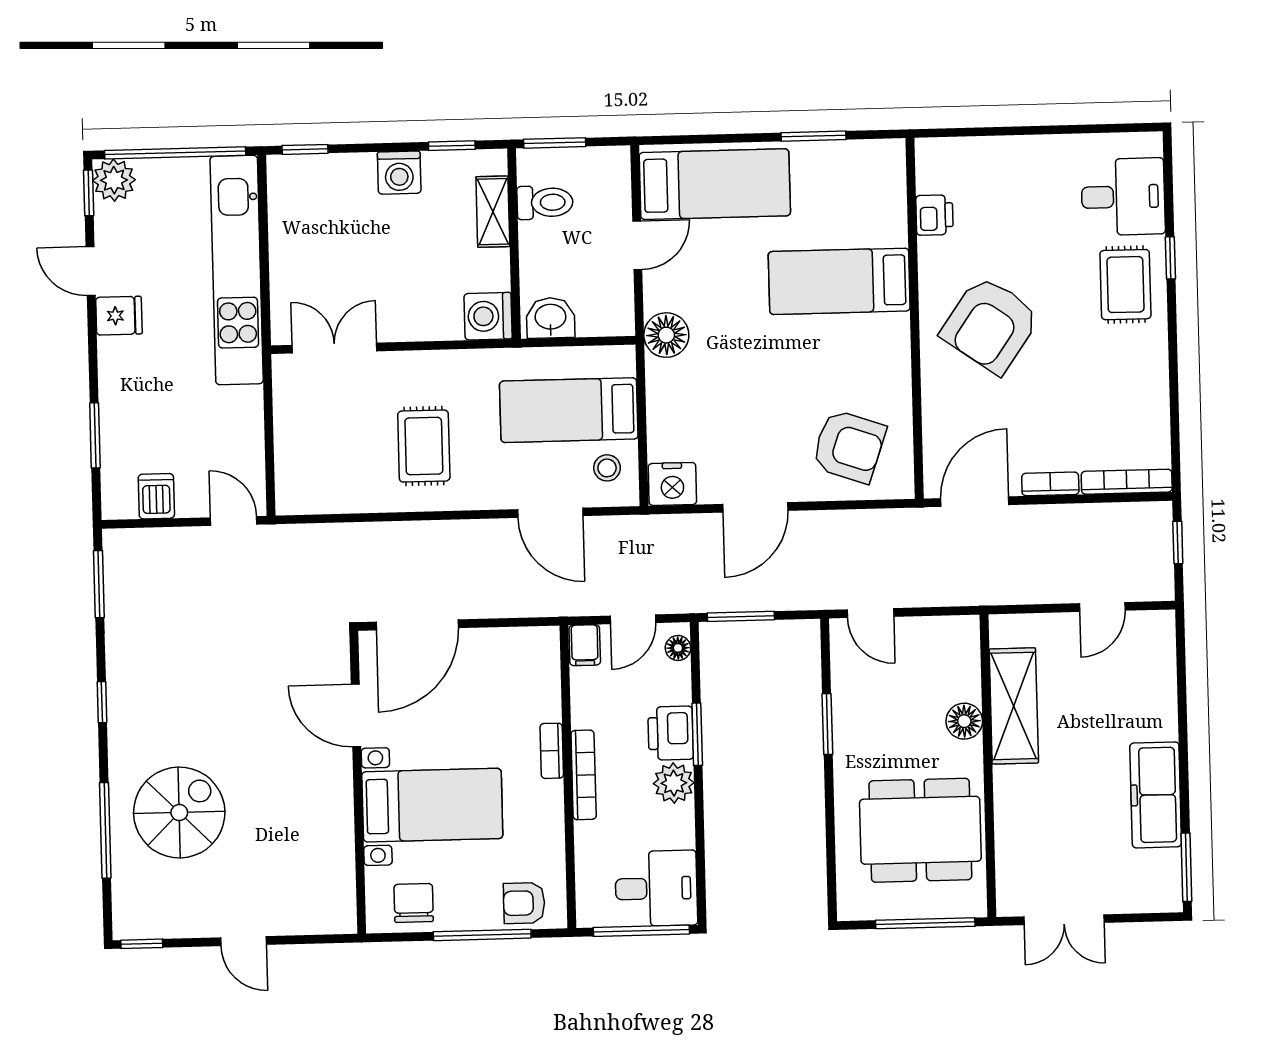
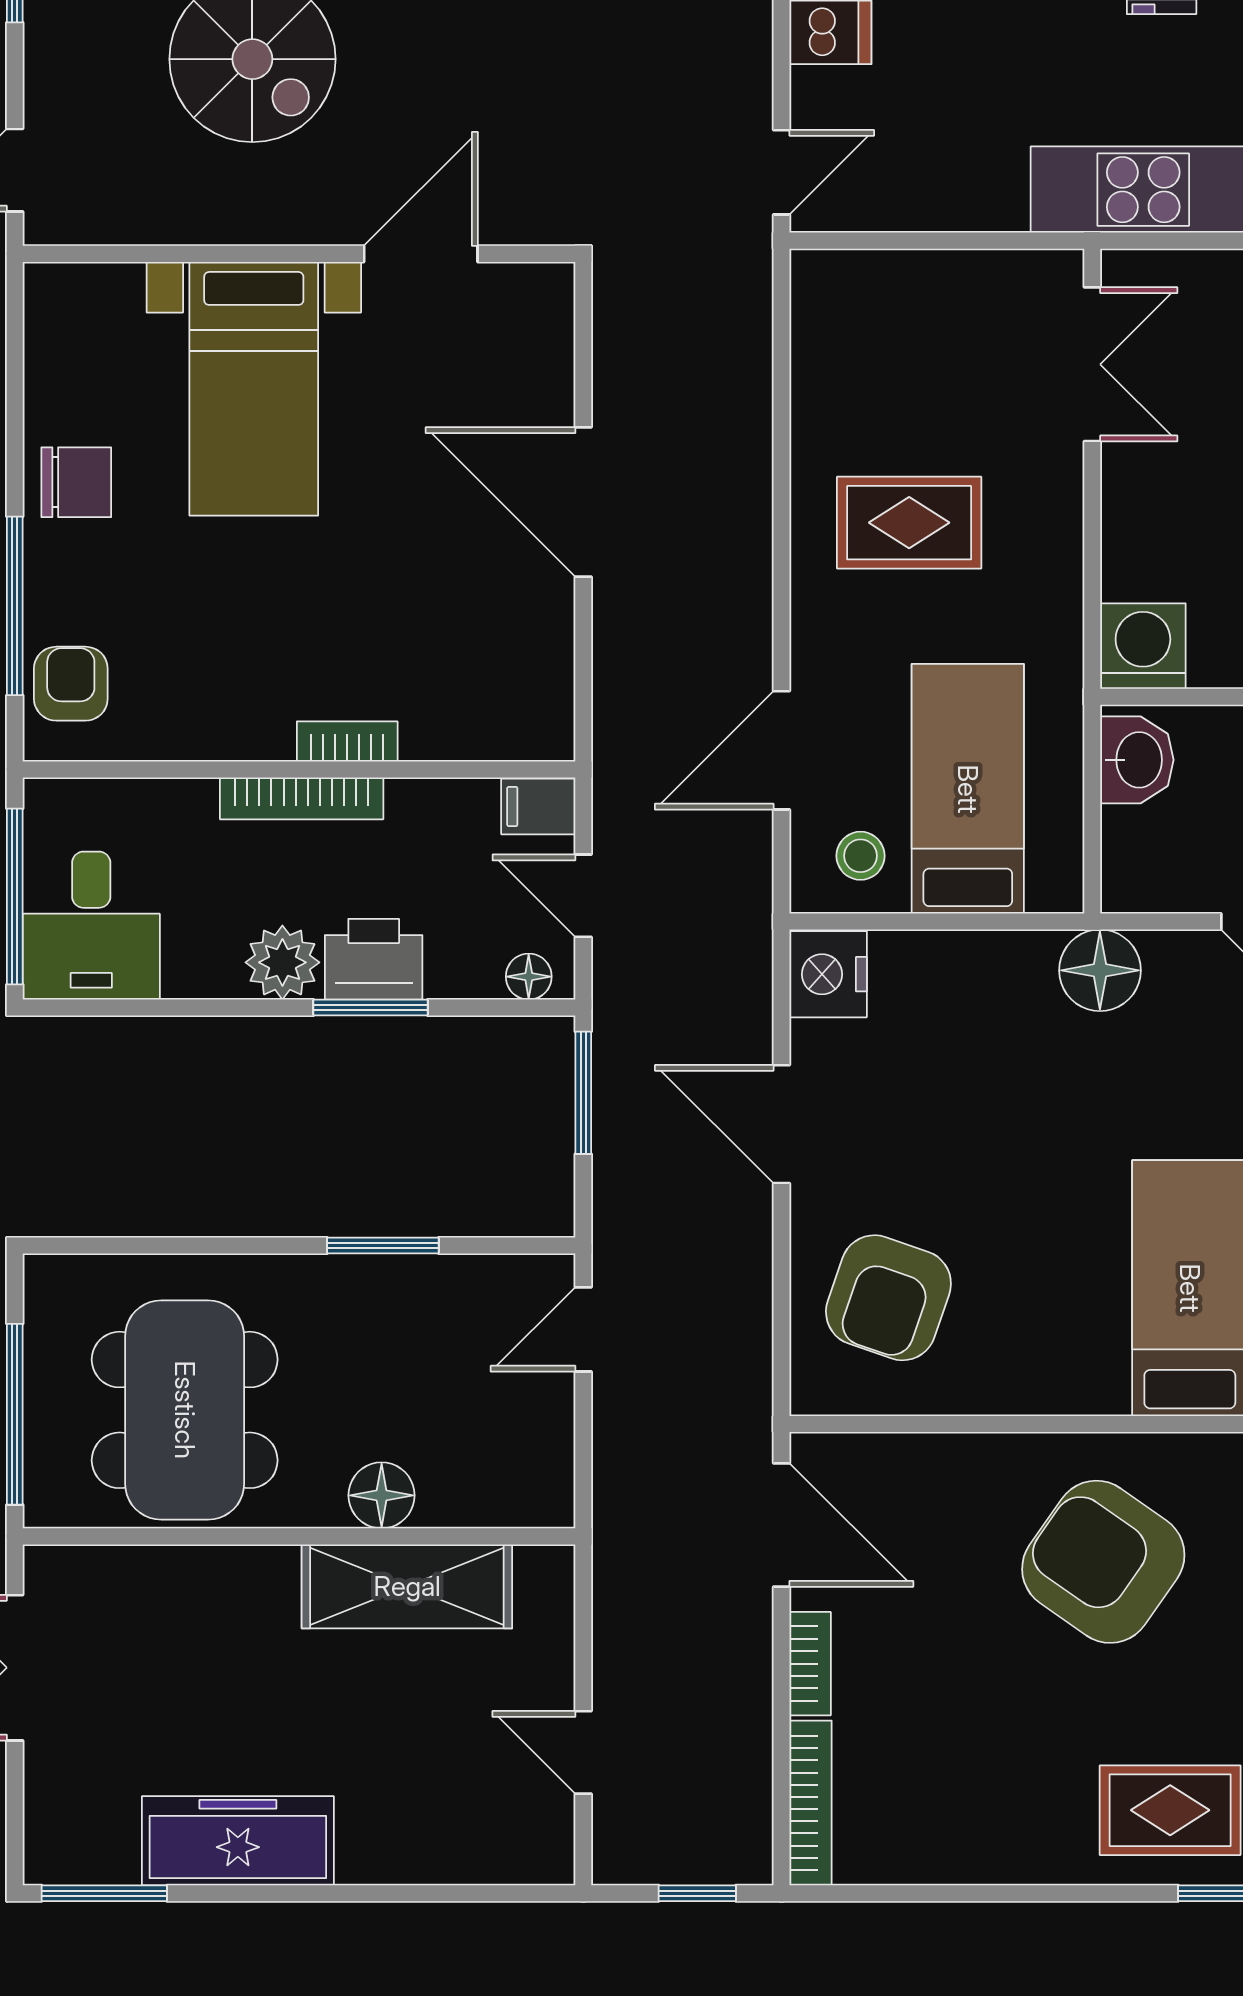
door: (356, 716) -> (421, 254), moved
wall: (358, 782) -> (299, 254), moved
bed with nightstands: (432, 805) -> (254, 389), moved

